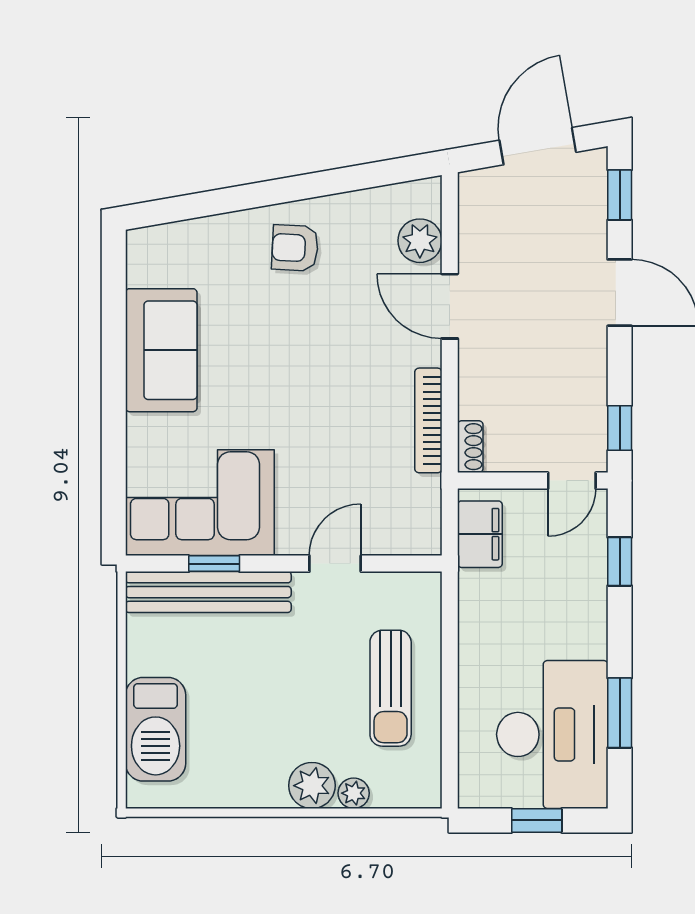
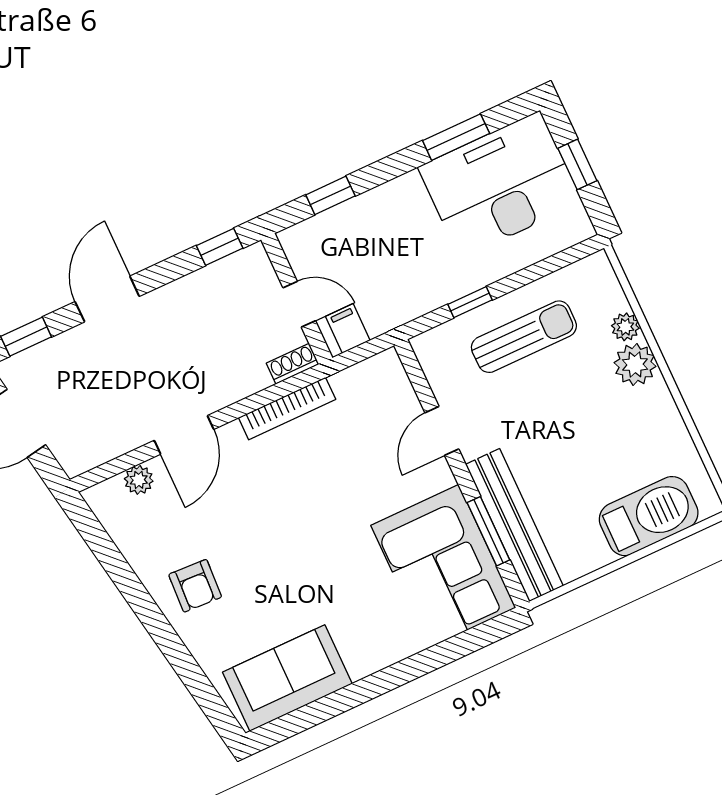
plant: (420, 241) -> (139, 480), width x0.73, depth x0.73
sofa: (161, 350) -> (287, 678), moved
door: (572, 481) -> (299, 304), moved
filing cabinet: (480, 534) -> (348, 328), width x0.50
window: (214, 564) -> (488, 531), width x1.50
door: (335, 564) -> (442, 431), hinge flipped
window: (450, 651) -> (470, 302), added

